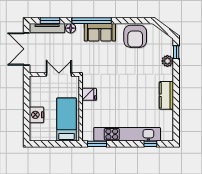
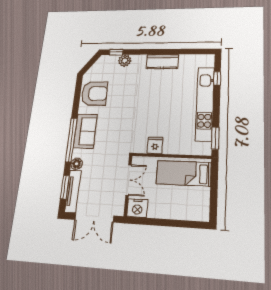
double door: (59, 74) -> (129, 180), swing flipped
nightstand: (36, 115) -> (137, 208), moved

